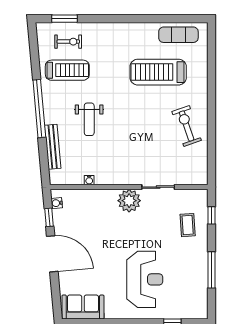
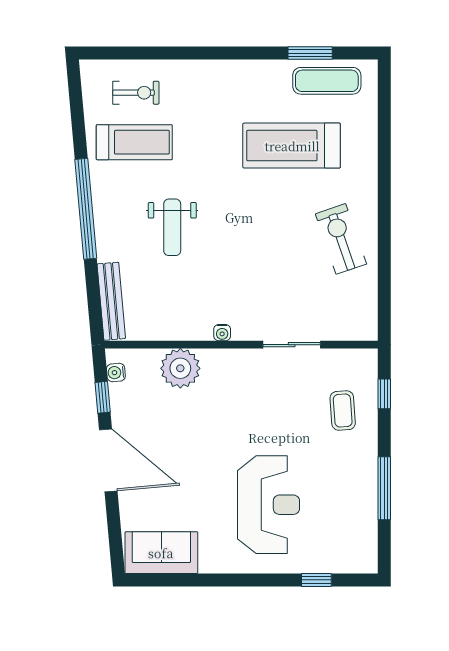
window: (65, 19) -> (310, 53), moved
bench: (53, 147) -> (111, 301), moved
water cooler: (89, 180) -> (222, 333), moved
plant: (129, 201) -> (180, 368), moved

